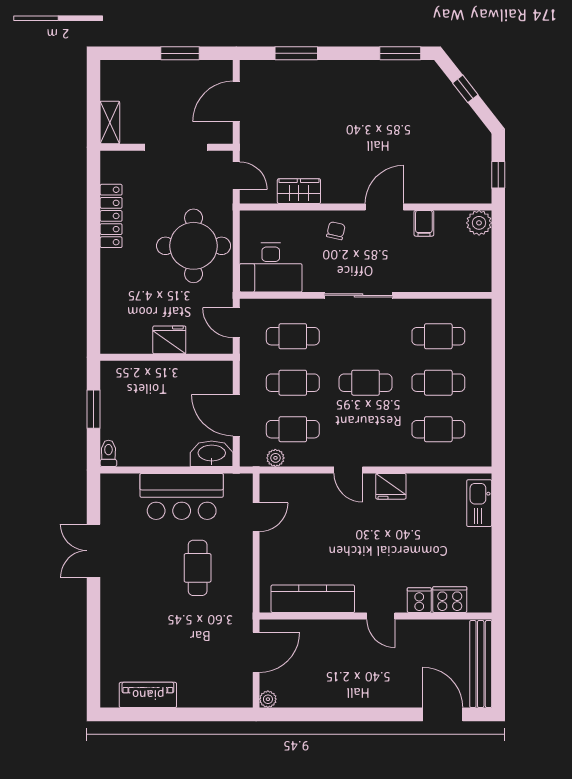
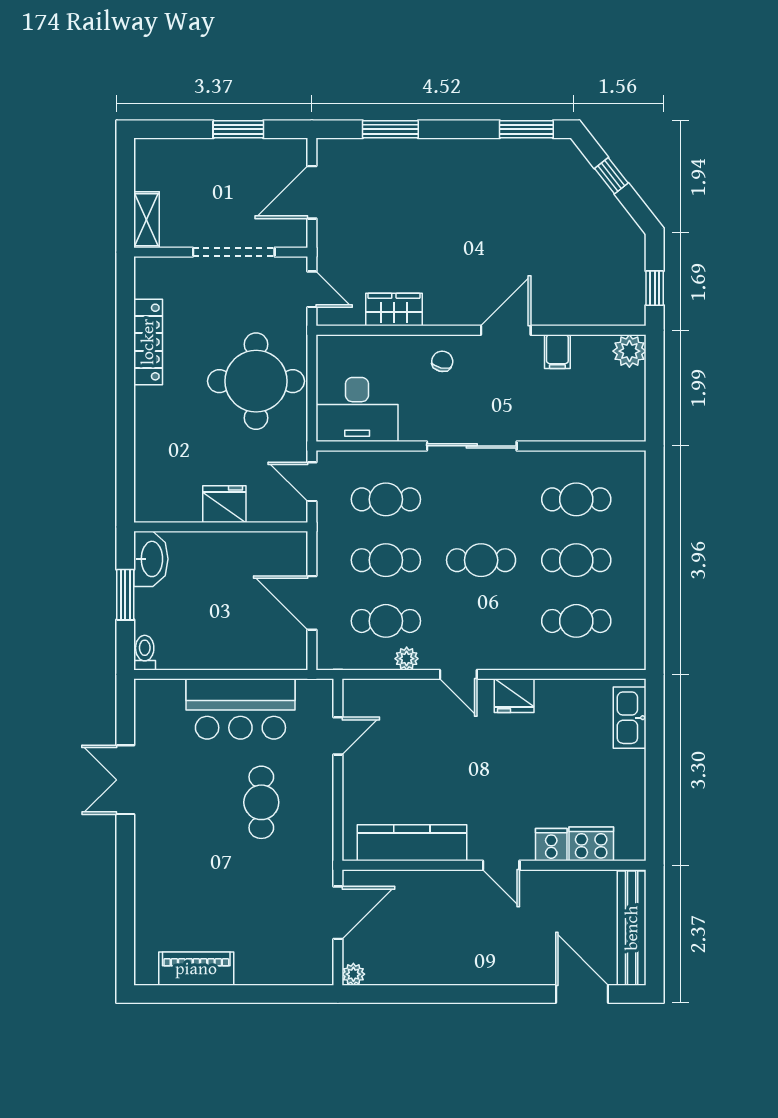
washbasin: (212, 454) -> (151, 559), moved, turned 90
plant: (275, 458) -> (407, 659), moved

